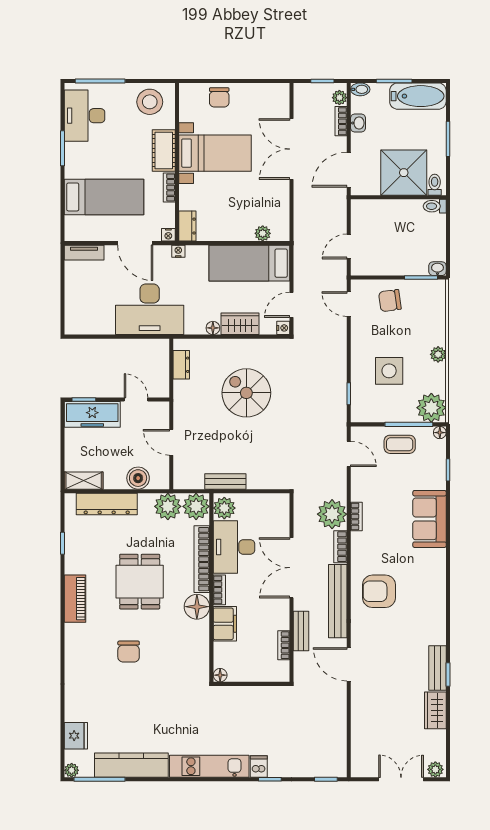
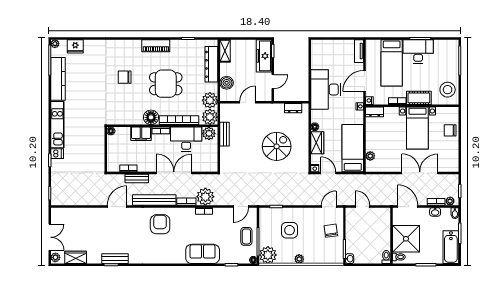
desk: (85, 116) -> (418, 51), moved
wardrobe: (435, 710) -> (76, 257), moved

